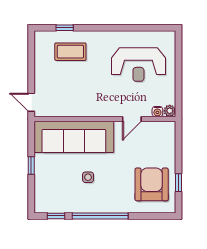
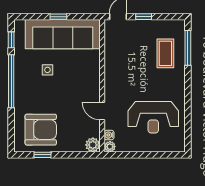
window: (65, 28) -> (188, 48), width x2.17
reception desk: (138, 65) -> (153, 117), turned -90
window: (31, 75) -> (144, 17), added
plant: (168, 129) -> (93, 145), added
sofa: (74, 137) -> (63, 34), moved, turned -90

